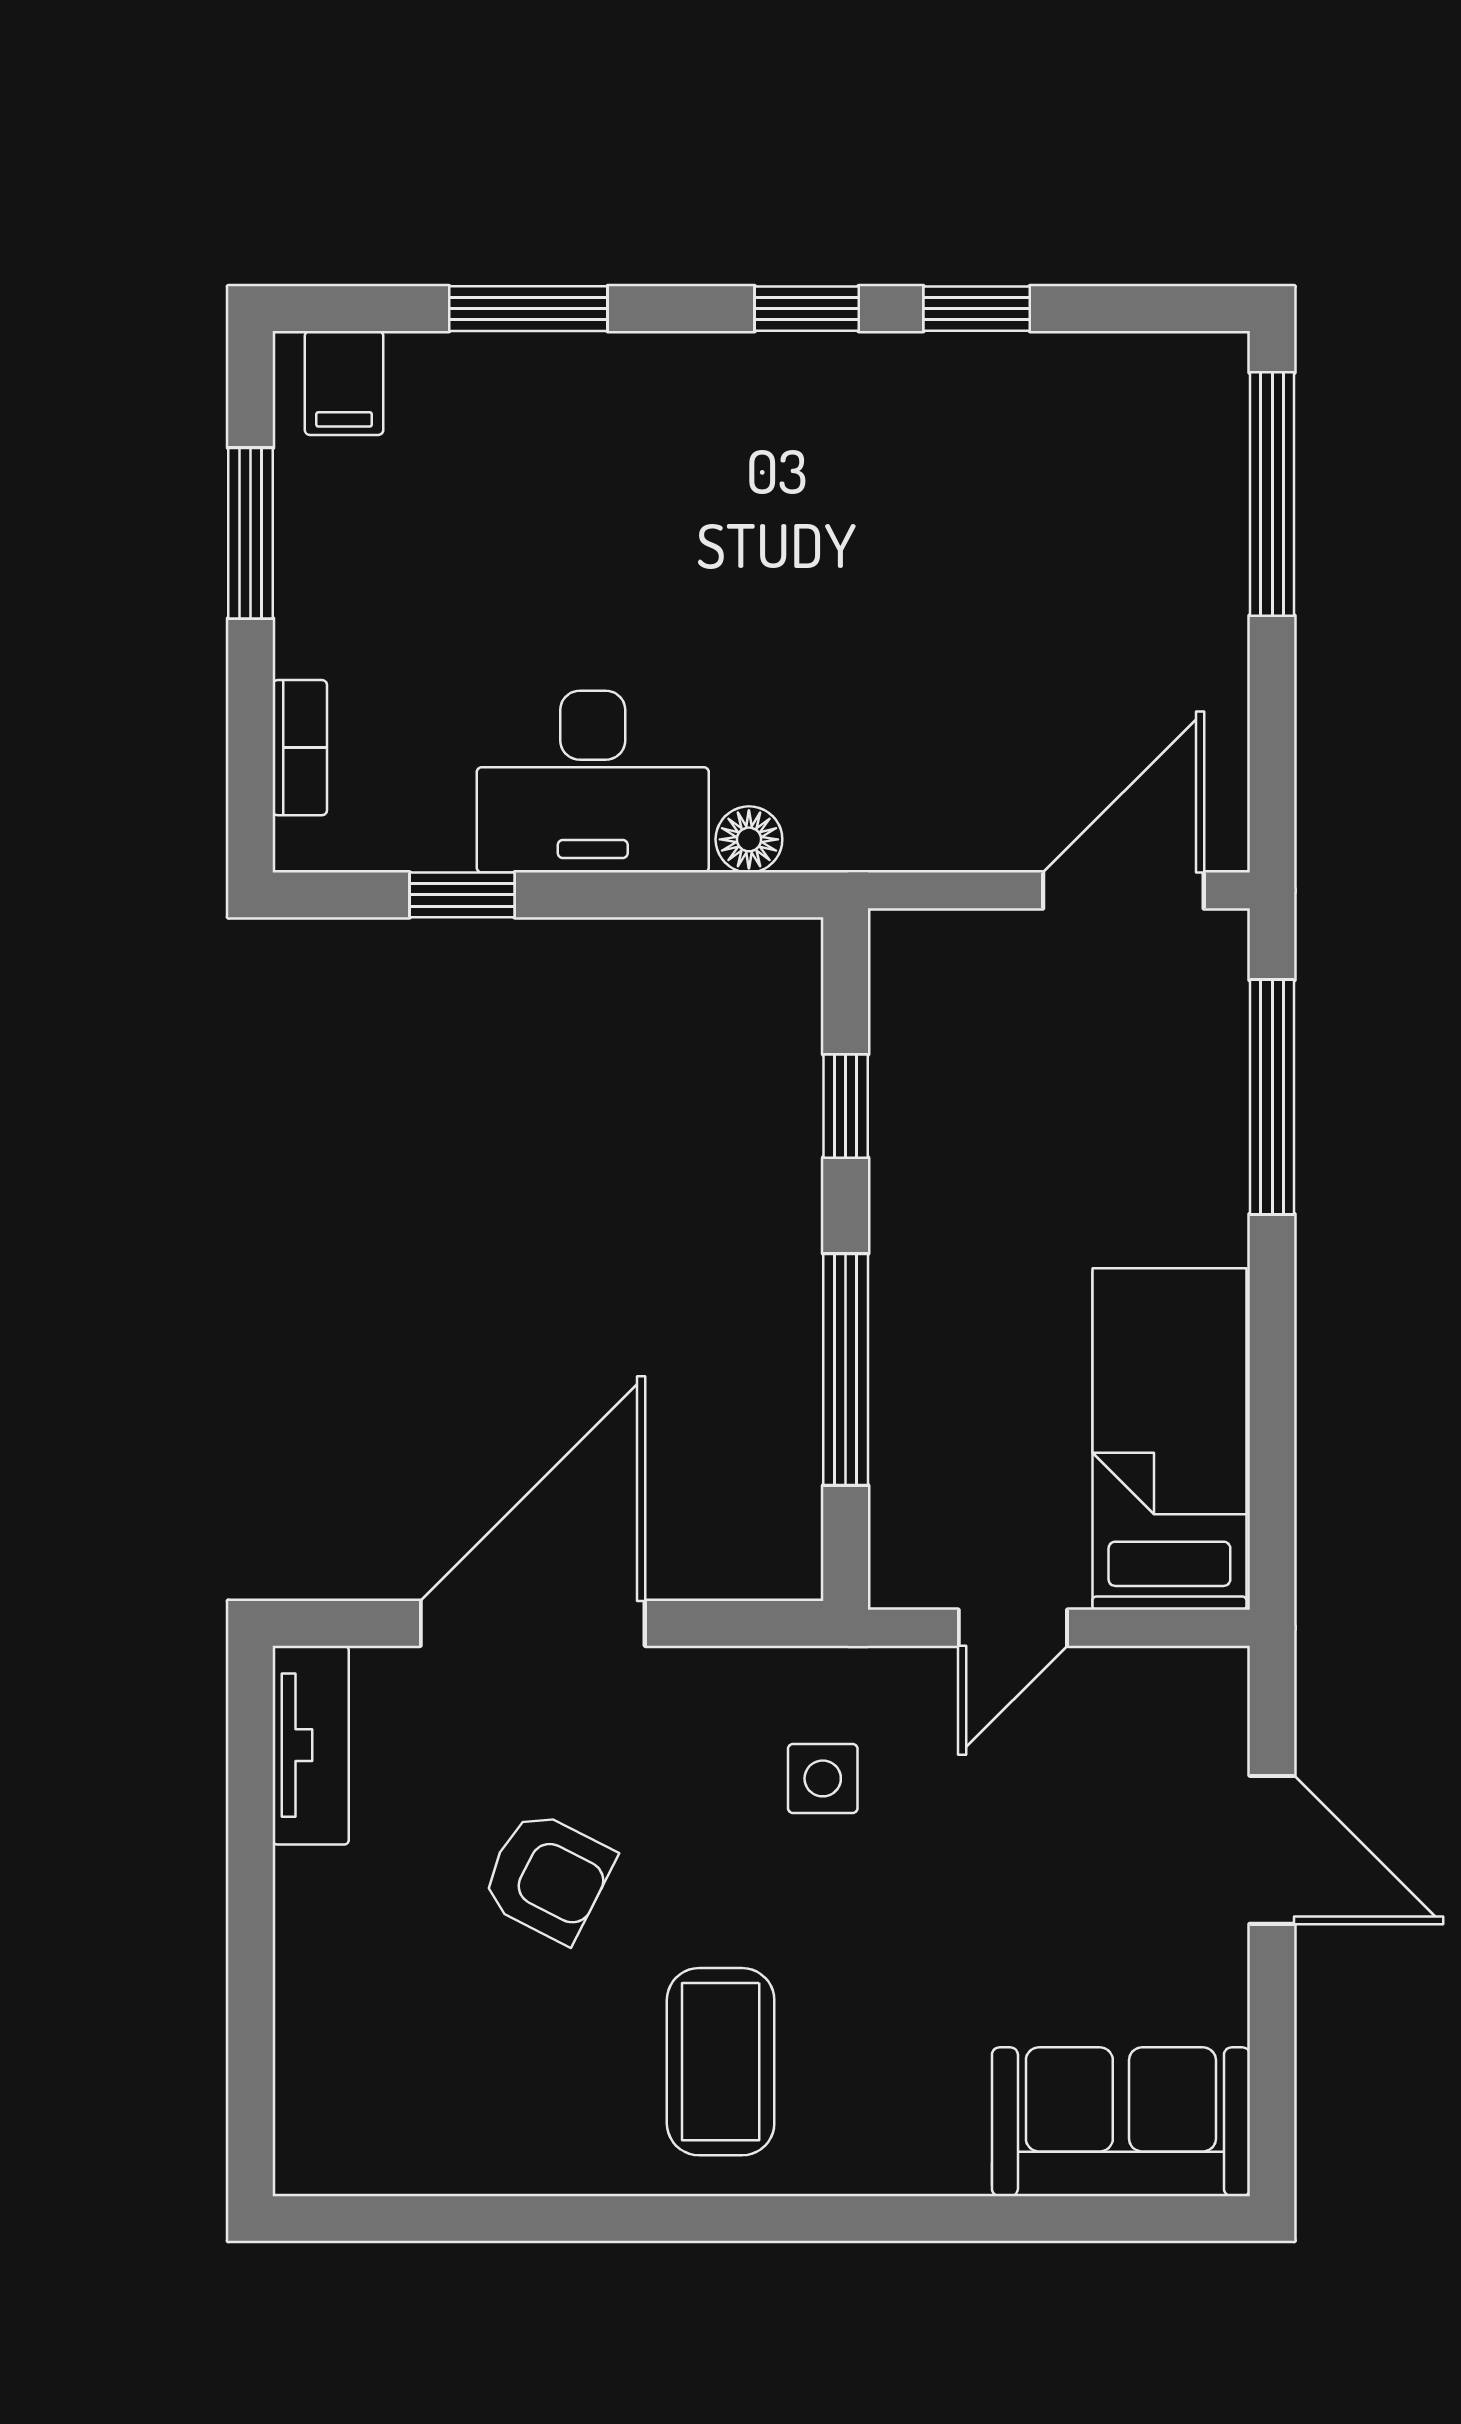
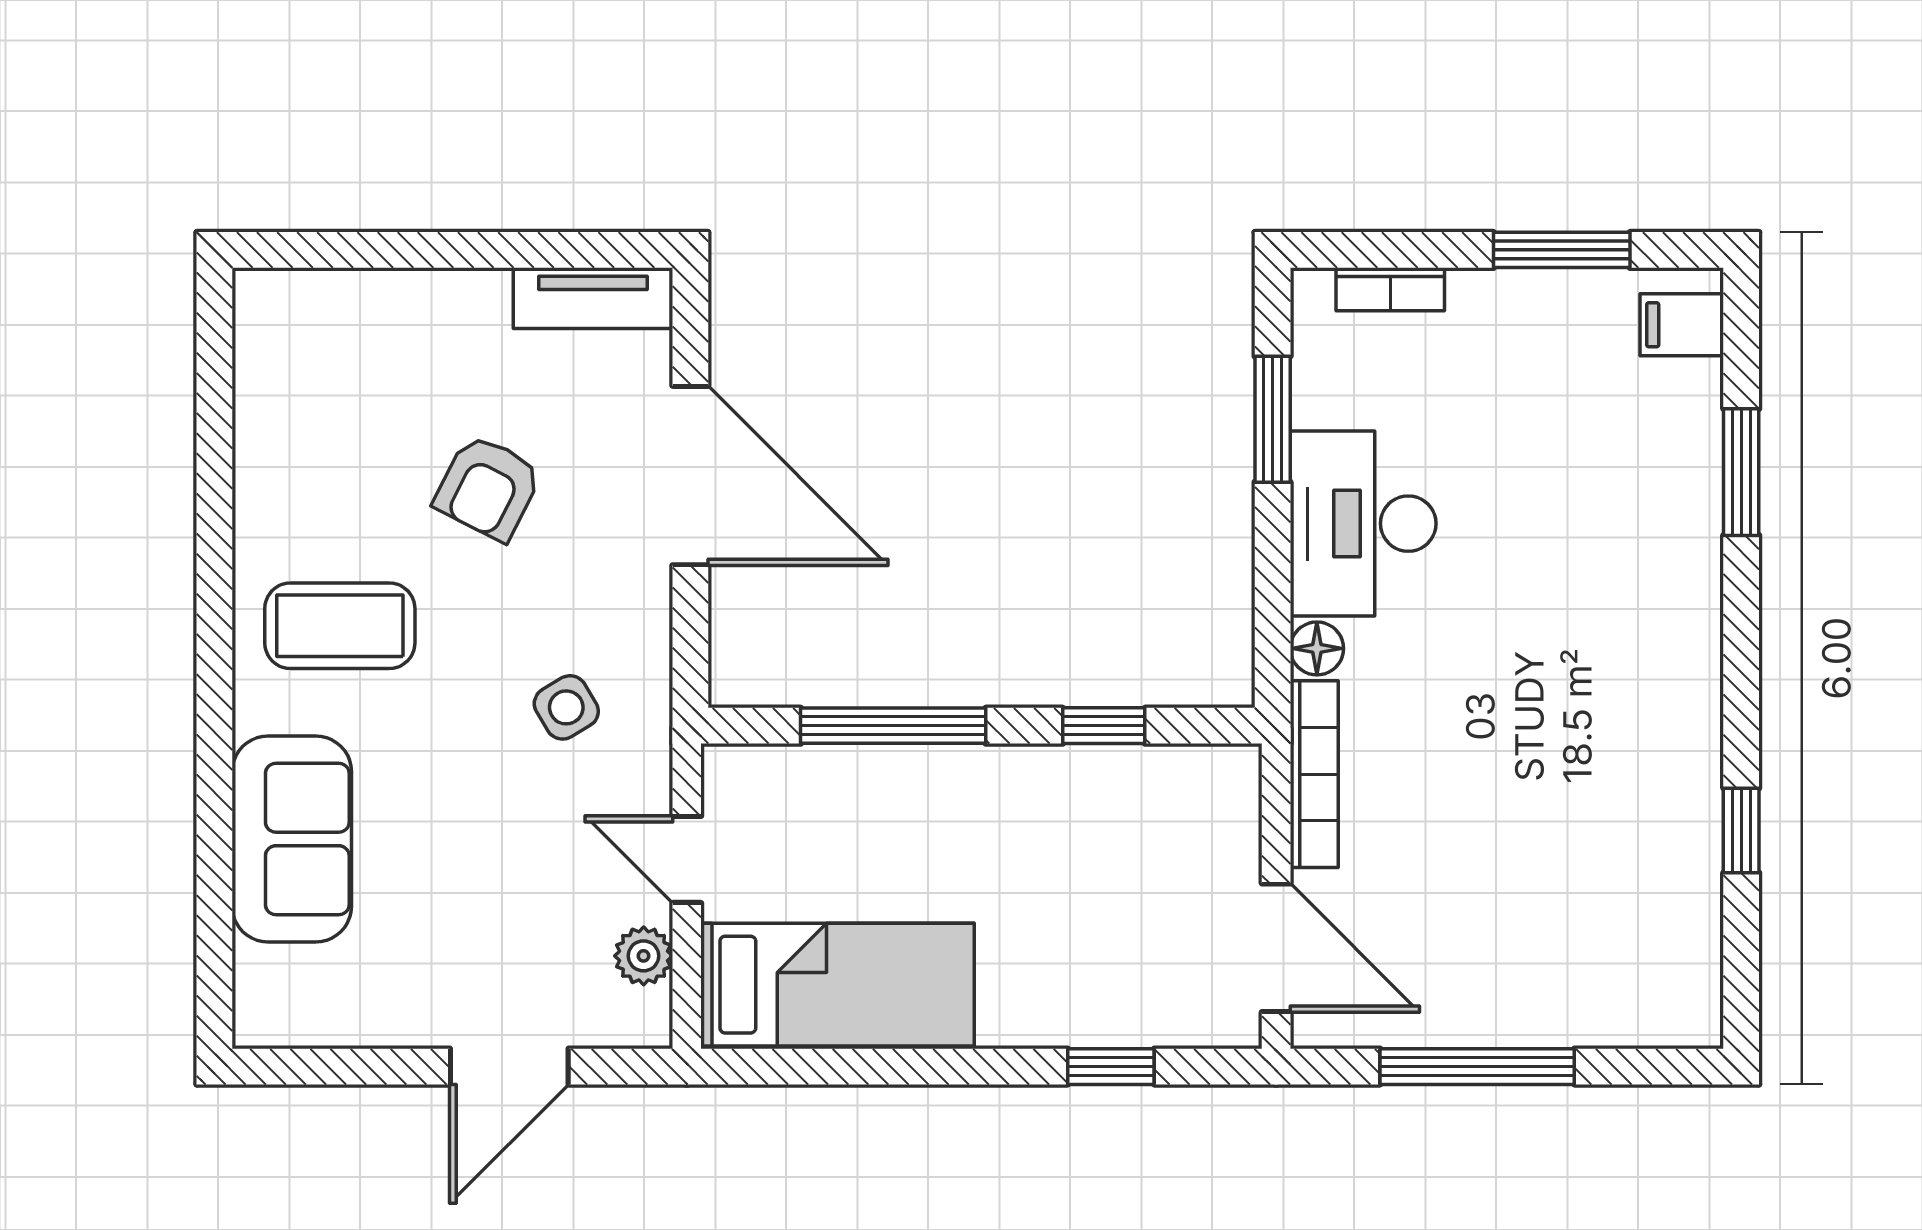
window: (807, 309) -> (1741, 695), removed
window: (1272, 494) -> (1477, 1067), moved
bookcase: (906, 843) -> (1314, 774), added
window: (462, 895) -> (1273, 419), width x1.50
window: (1272, 1097) -> (1111, 1067), width x0.46
plant: (1134, 1682) -> (644, 956), added
side table: (823, 1778) -> (566, 707), turned -31
sofa: (1121, 2122) -> (292, 839), moved

